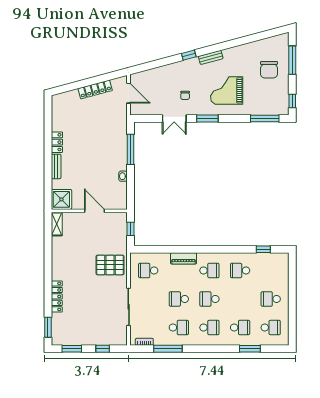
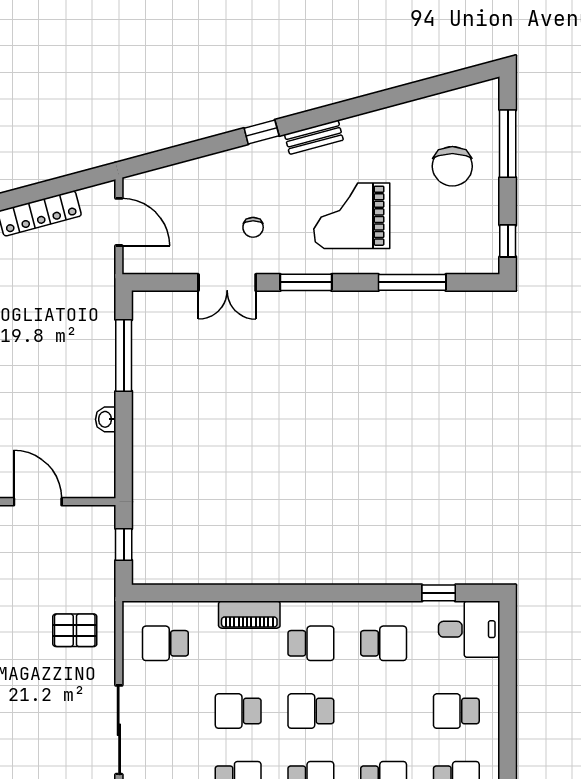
window: (265, 119) -> (412, 282), moved
pallet: (110, 265) -> (75, 630), width x0.67, depth x0.71
desk: (276, 265) -> (469, 629), added
school desk: (240, 270) -> (384, 643), turned 180

